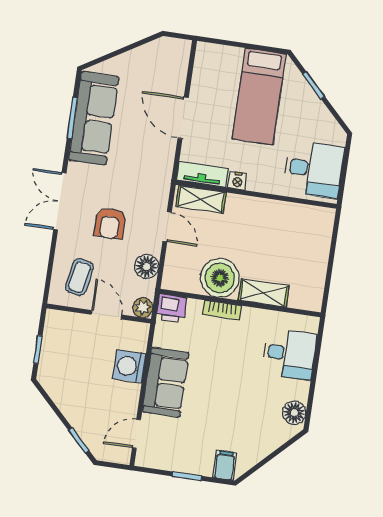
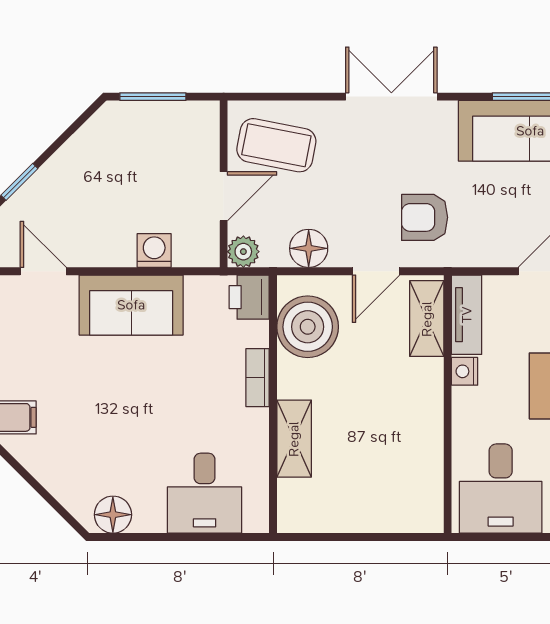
armchair: (110, 223) -> (425, 217), moved
coffee table: (79, 277) -> (276, 145), width x1.36, depth x1.30
boiler: (220, 278) -> (308, 327), moved
window: (38, 349) -> (153, 97), width x1.50
washing machine: (129, 366) -> (154, 250), width x0.73, depth x0.73

